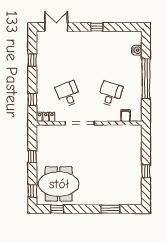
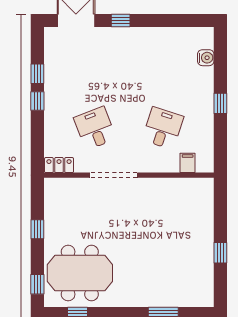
window: (97, 27) -> (121, 21), moved
window: (146, 79) -> (220, 103), width x0.32
window: (32, 99) -> (37, 101), moved

